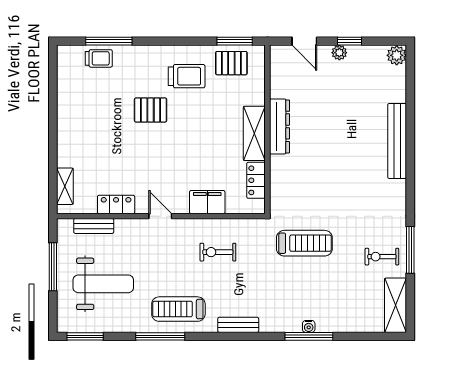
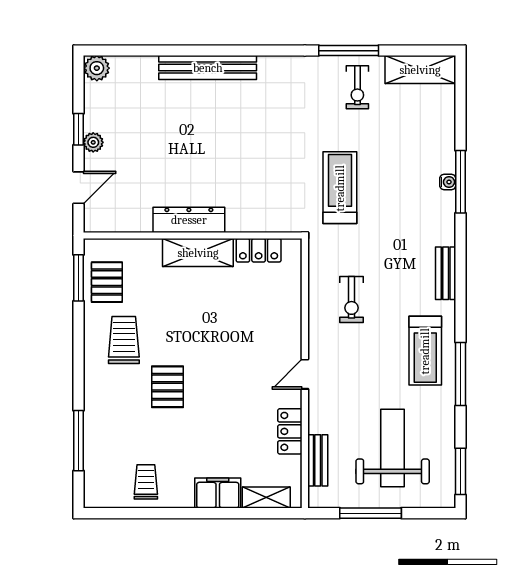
trolley: (99, 58) -> (146, 482), moved
filing cabinet: (207, 202) -> (218, 493), moved, turned 90

